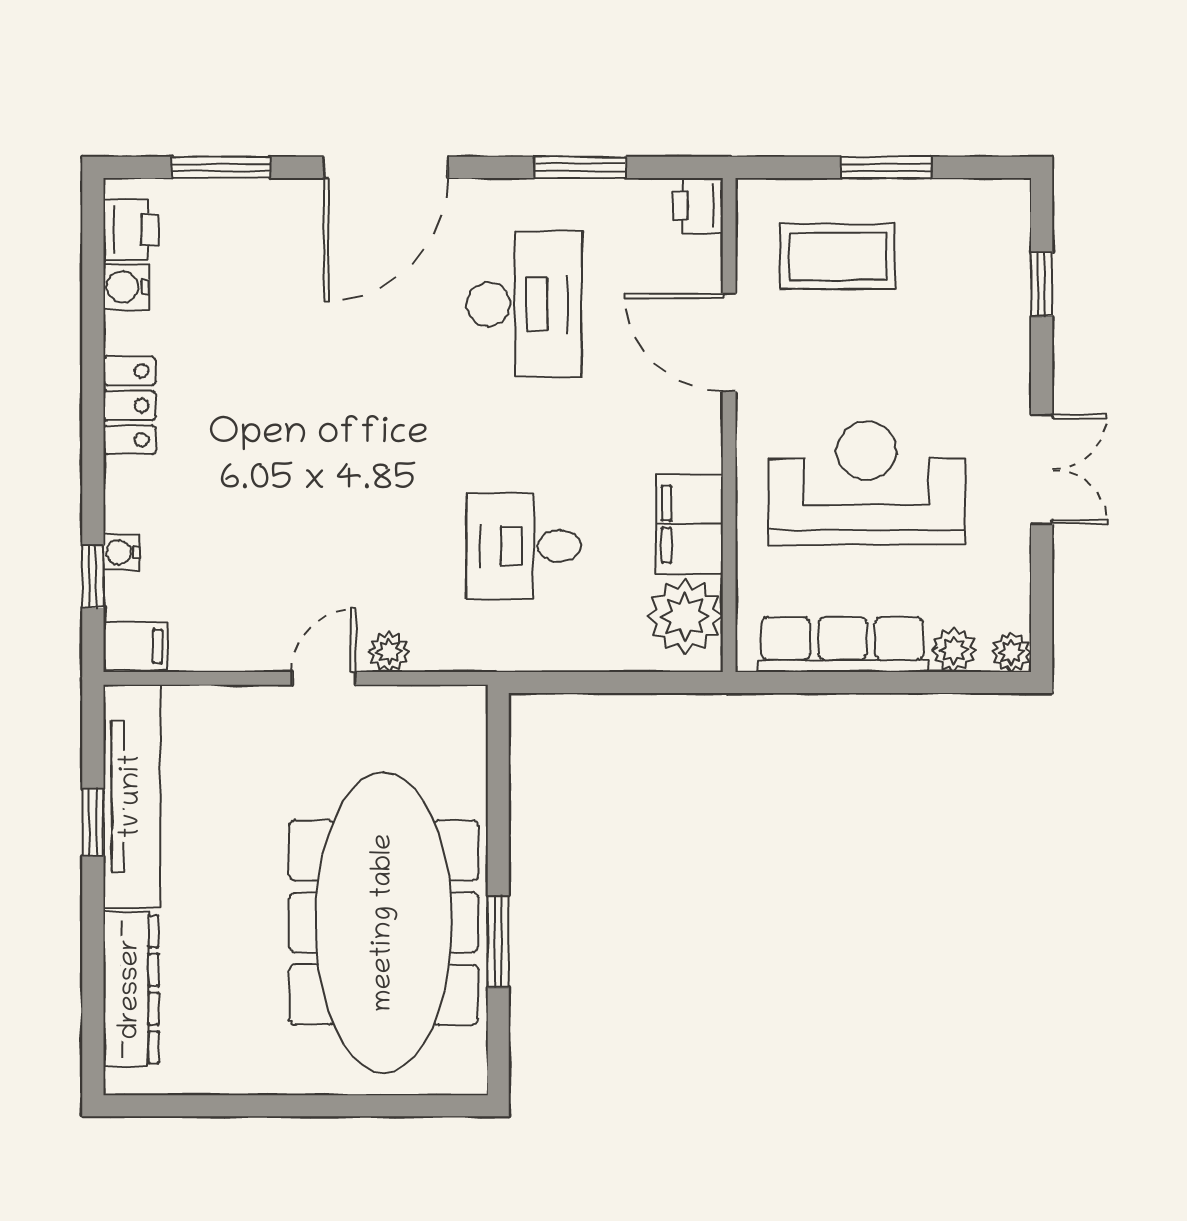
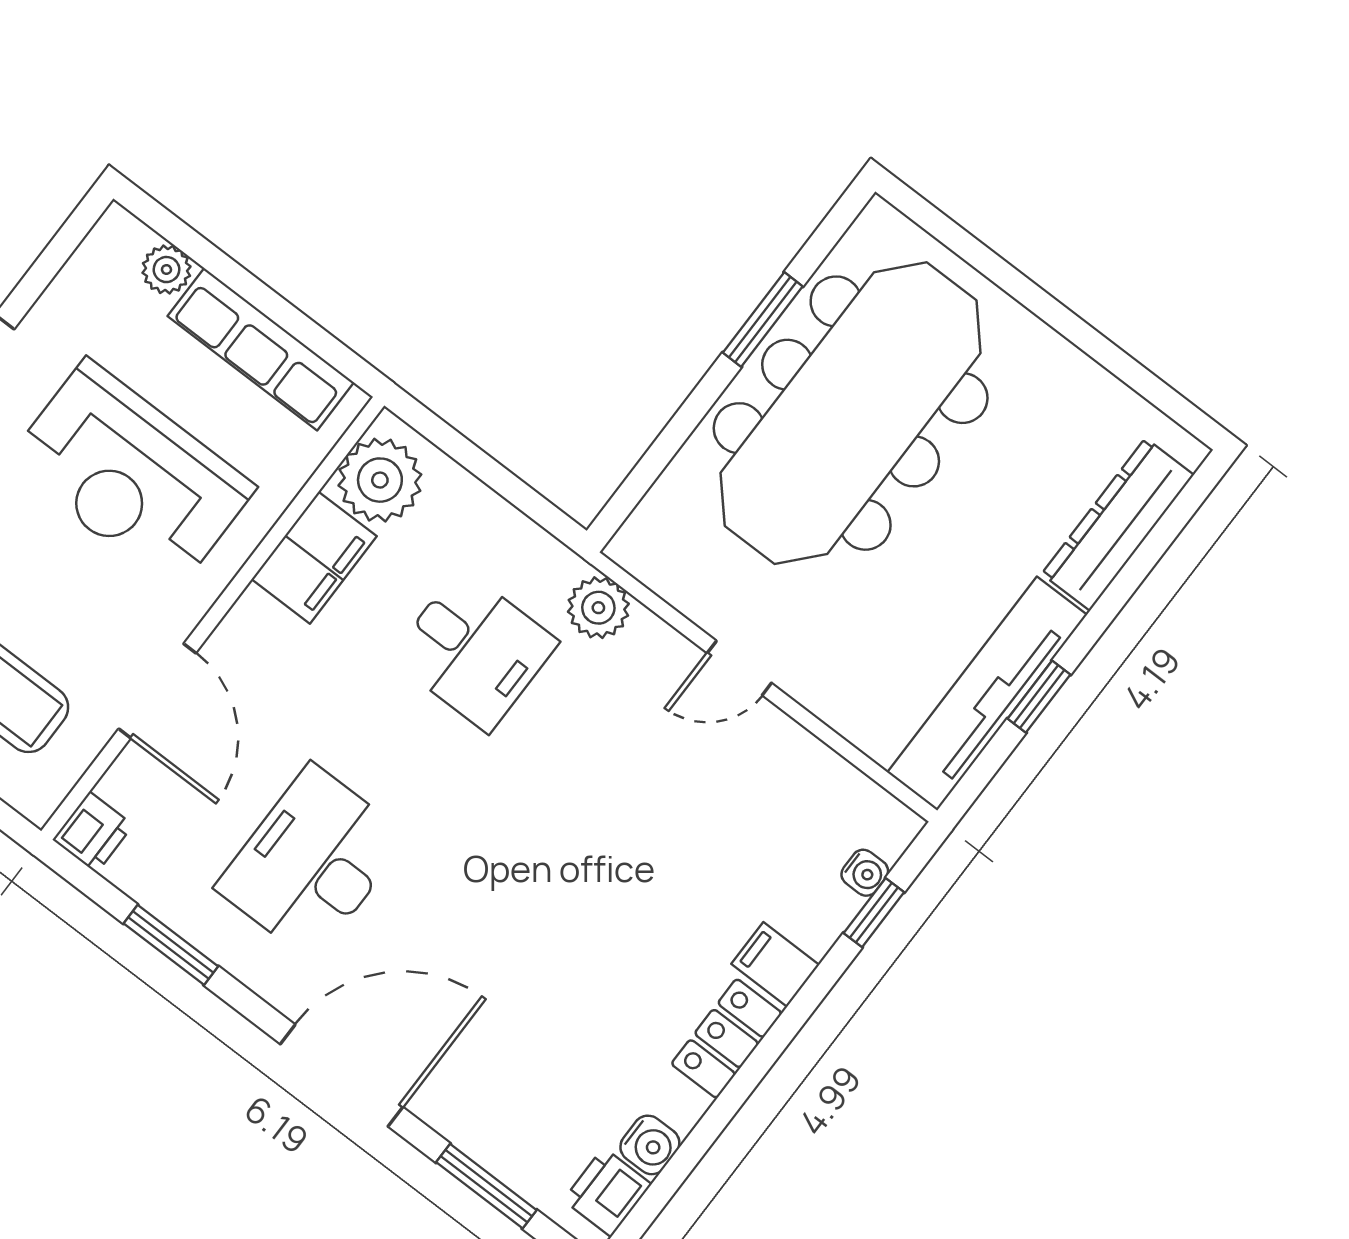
water cooler: (121, 552) -> (865, 873), moved
filing cabinet: (135, 646) -> (775, 964), moved
plant: (389, 652) -> (598, 608), moved, width x1.38, depth x1.38
plant: (1011, 652) -> (118, 229), removed

